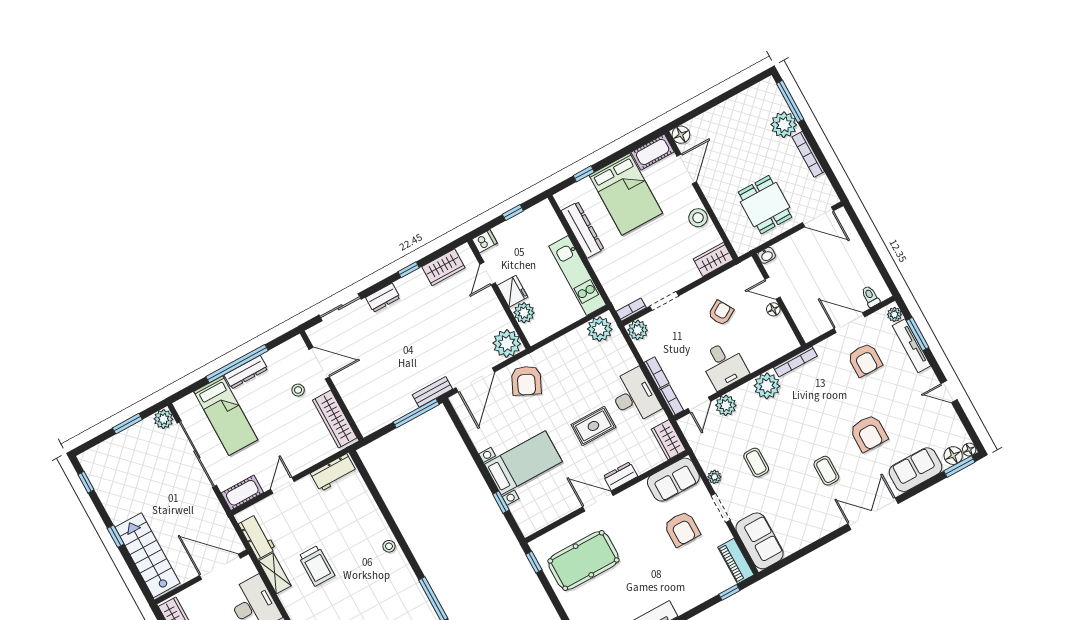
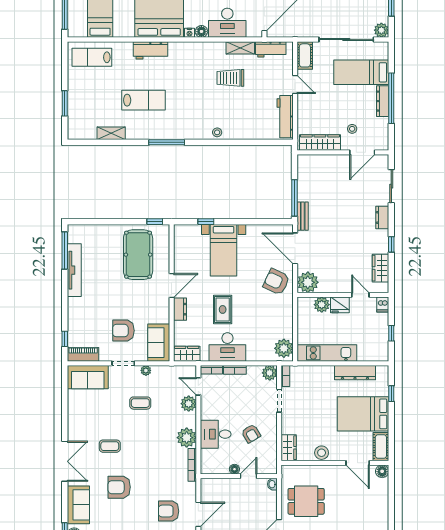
desk: (724, 365) -> (216, 434), moved
workbench: (334, 473) -> (285, 117), width x1.38

